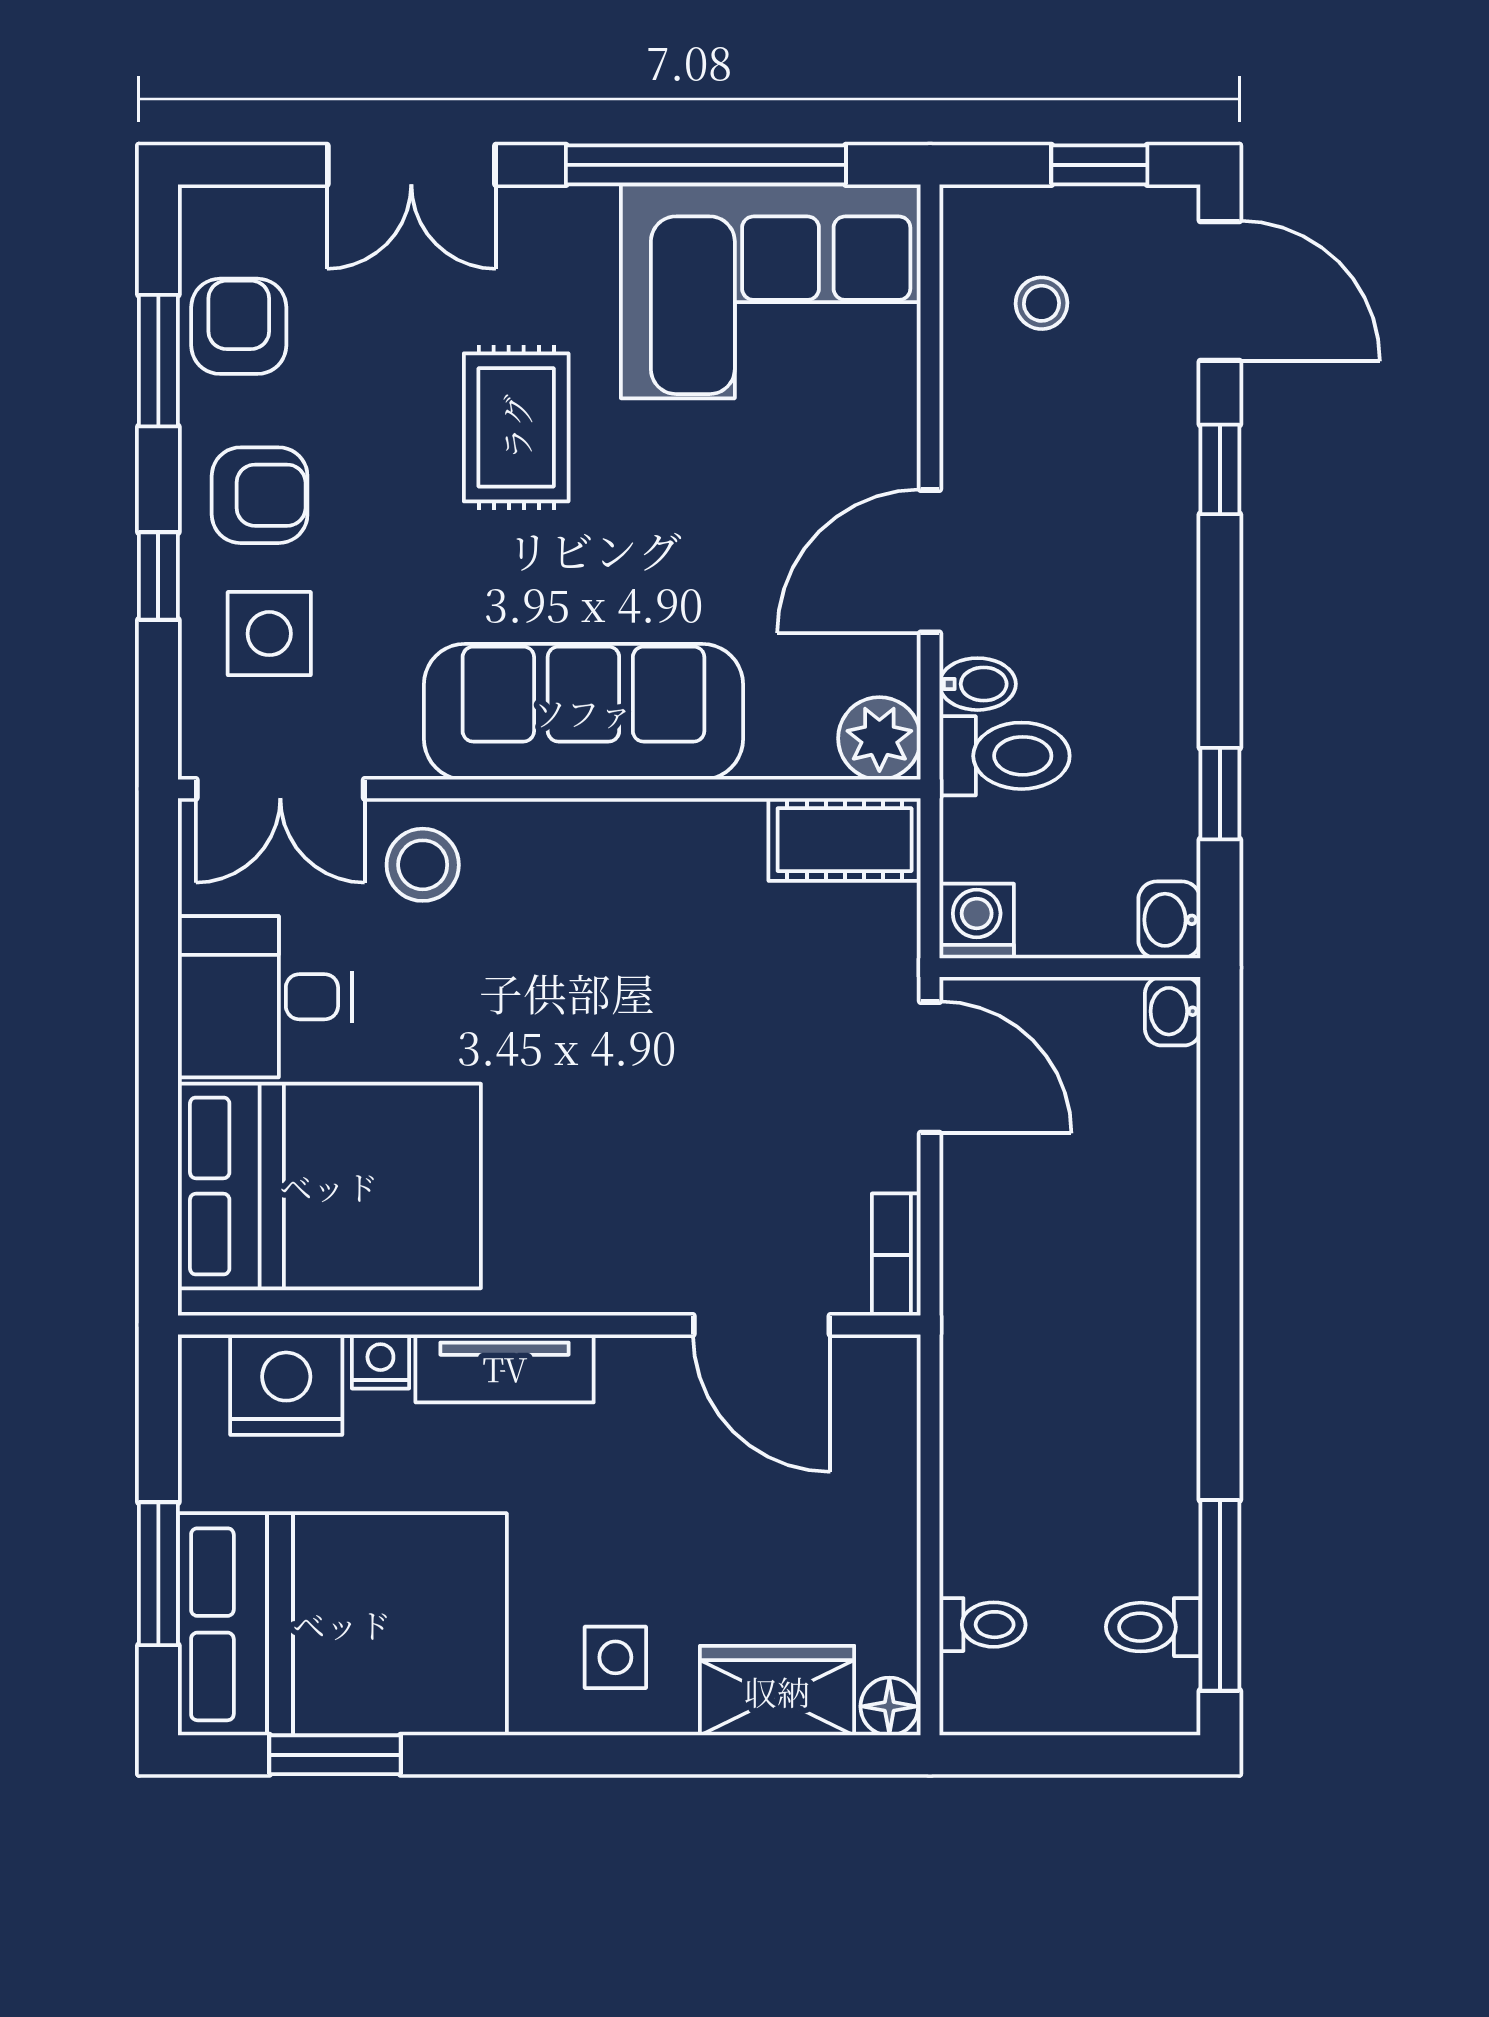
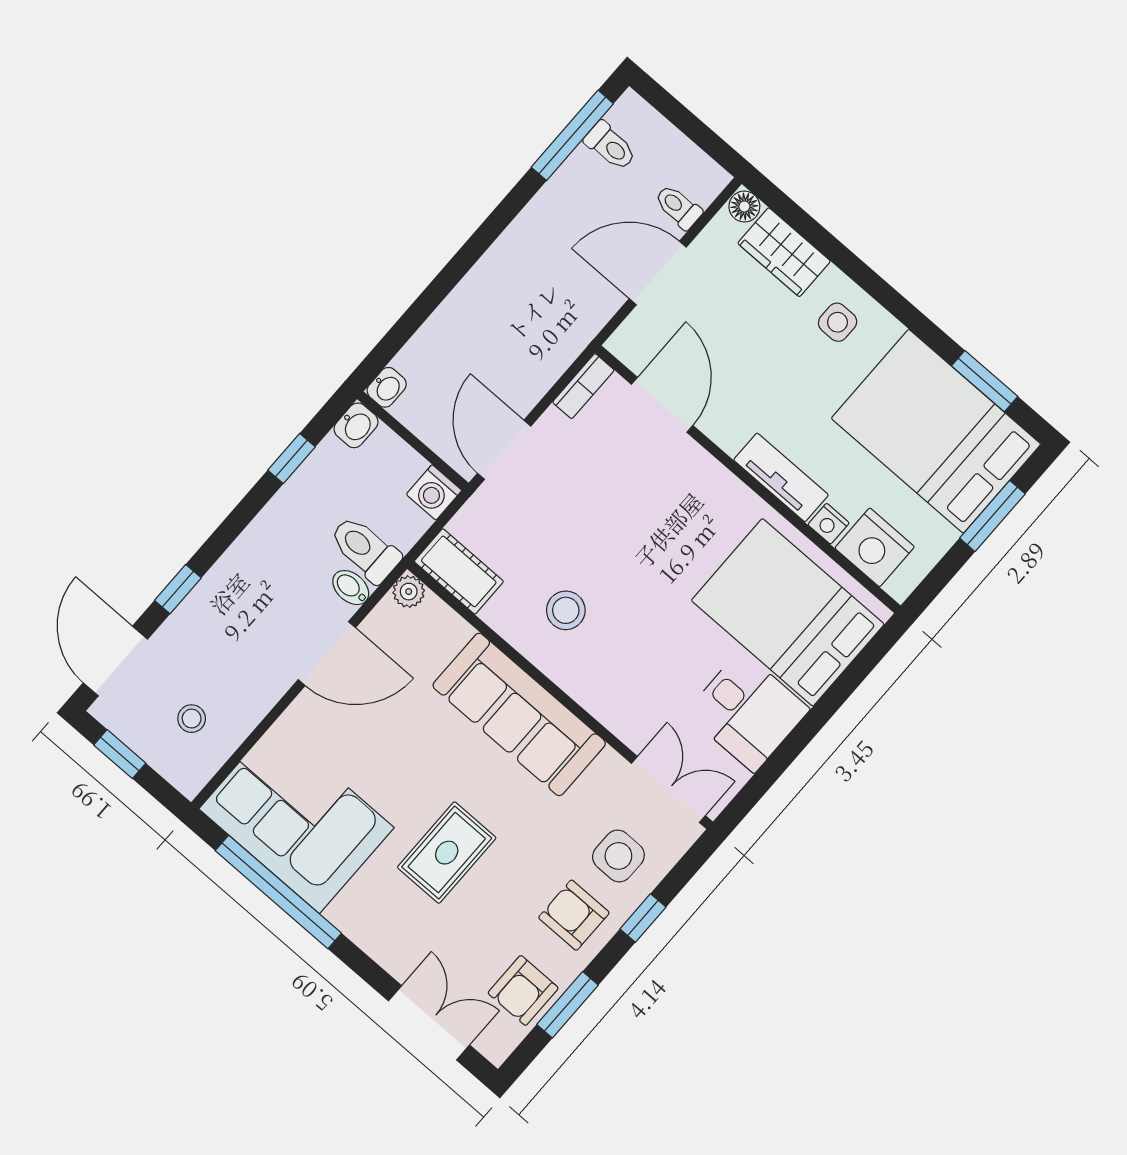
double door: (411, 165) -> (429, 1023), moved
plant: (879, 738) -> (409, 592), width x0.73, depth x0.73
stool: (423, 865) -> (566, 610), moved
door: (930, 1506) -> (658, 273), added

